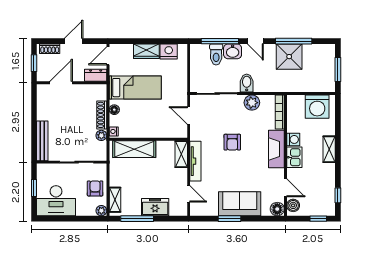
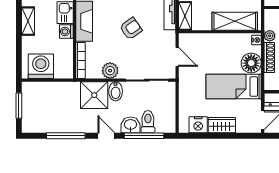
shower: (289, 57) -> (94, 95), moved
floor lamp: (114, 110) -> (251, 63), width x1.89, depth x1.89
armchair: (232, 142) -> (131, 29), turned 55

